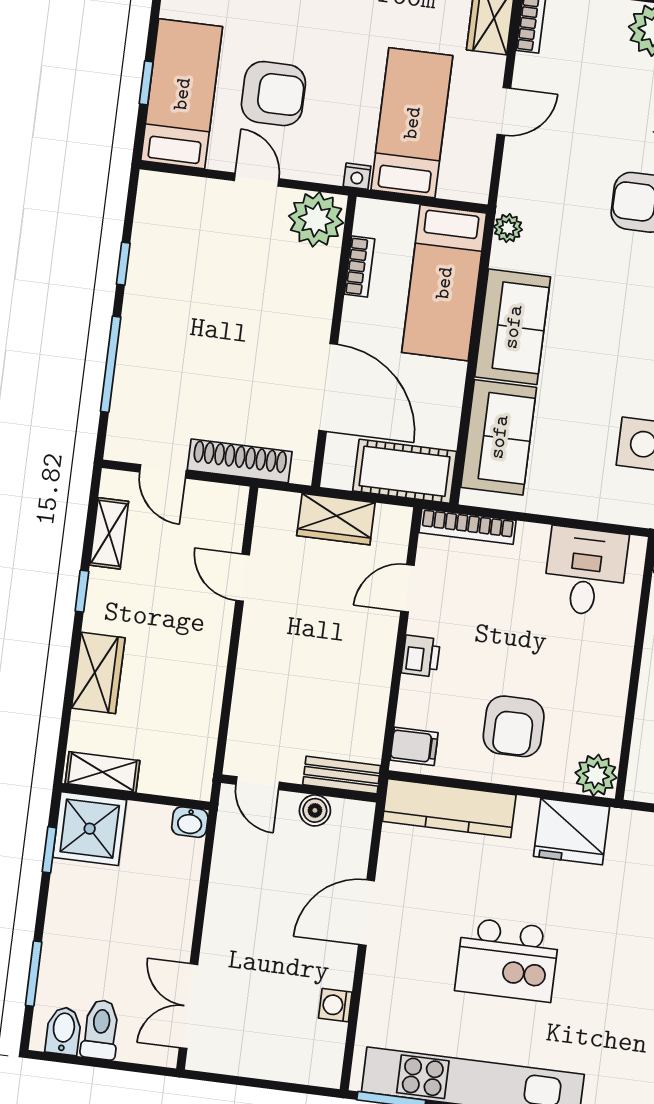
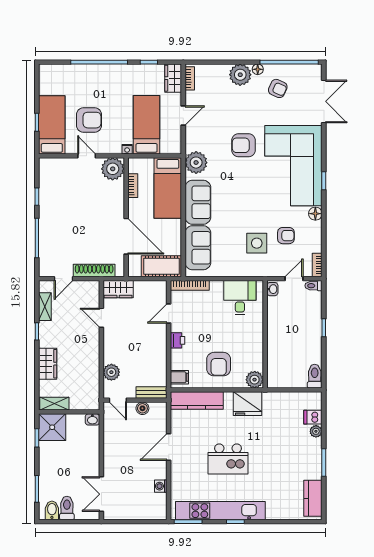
plant: (508, 228) -> (196, 163), width x1.88, depth x1.88
door: (163, 471) -> (64, 279), hinge flipped
wardrobe: (336, 519) -> (118, 289), moved
plant: (250, 713) -> (111, 372), added

